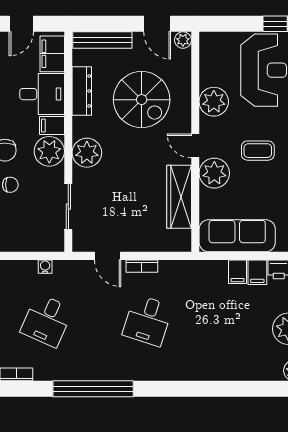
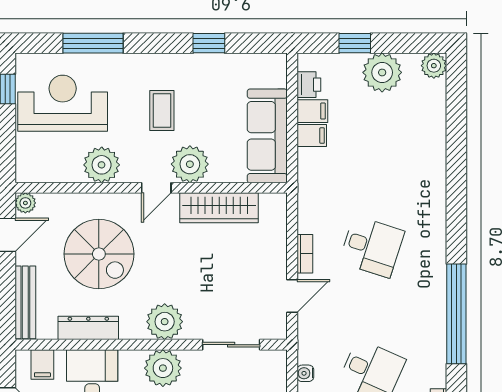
filing cabinet: (52, 54) -> (42, 364), width x0.50
spiral stairs: (142, 100) -> (99, 254), turned 90
filing cabinet: (52, 126) -> (131, 365), removed

